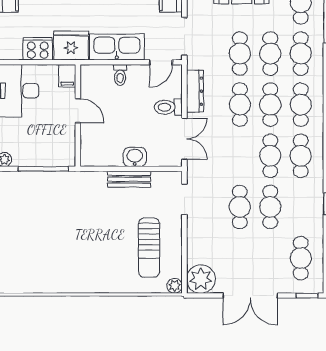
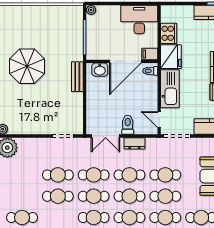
toilet: (120, 75) -> (150, 71), moved
dresser: (195, 91) -> (134, 143), width x0.70
door: (78, 111) -> (125, 61), width x1.88
cafe table: (240, 156) -> (94, 175), added
washbasin: (135, 157) -> (100, 70), moved, turned 90
bench: (129, 179) -> (77, 77), moved
sun lounger: (149, 248) -> (29, 111), removed
parasol: (85, 251) -> (27, 66), added

